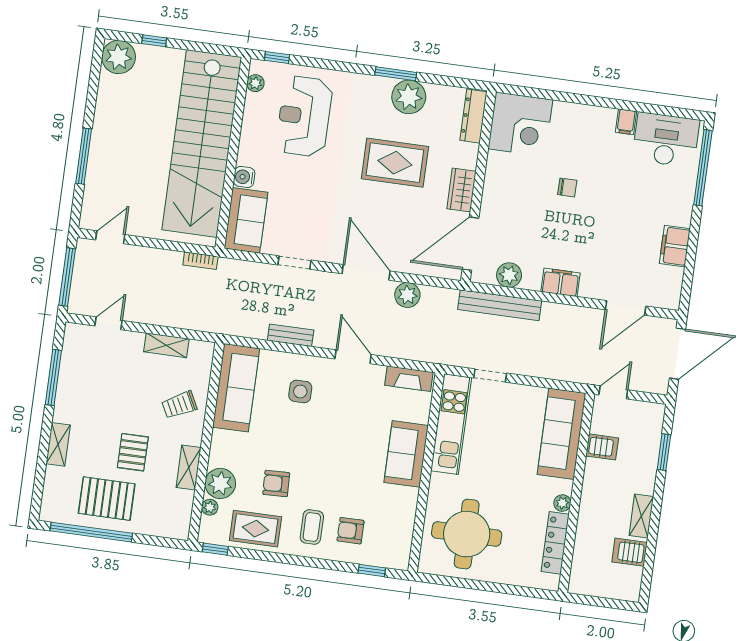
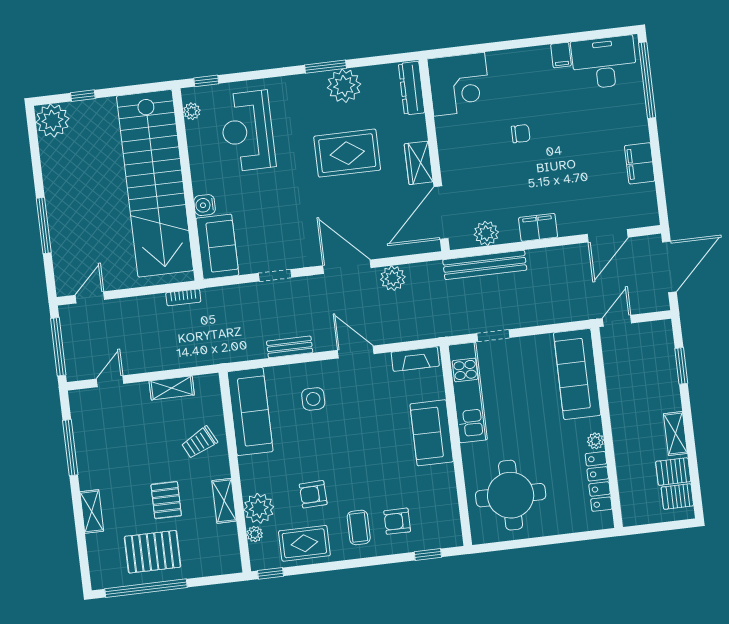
server rack: (602, 447) -> (677, 496), moved, turned 180

